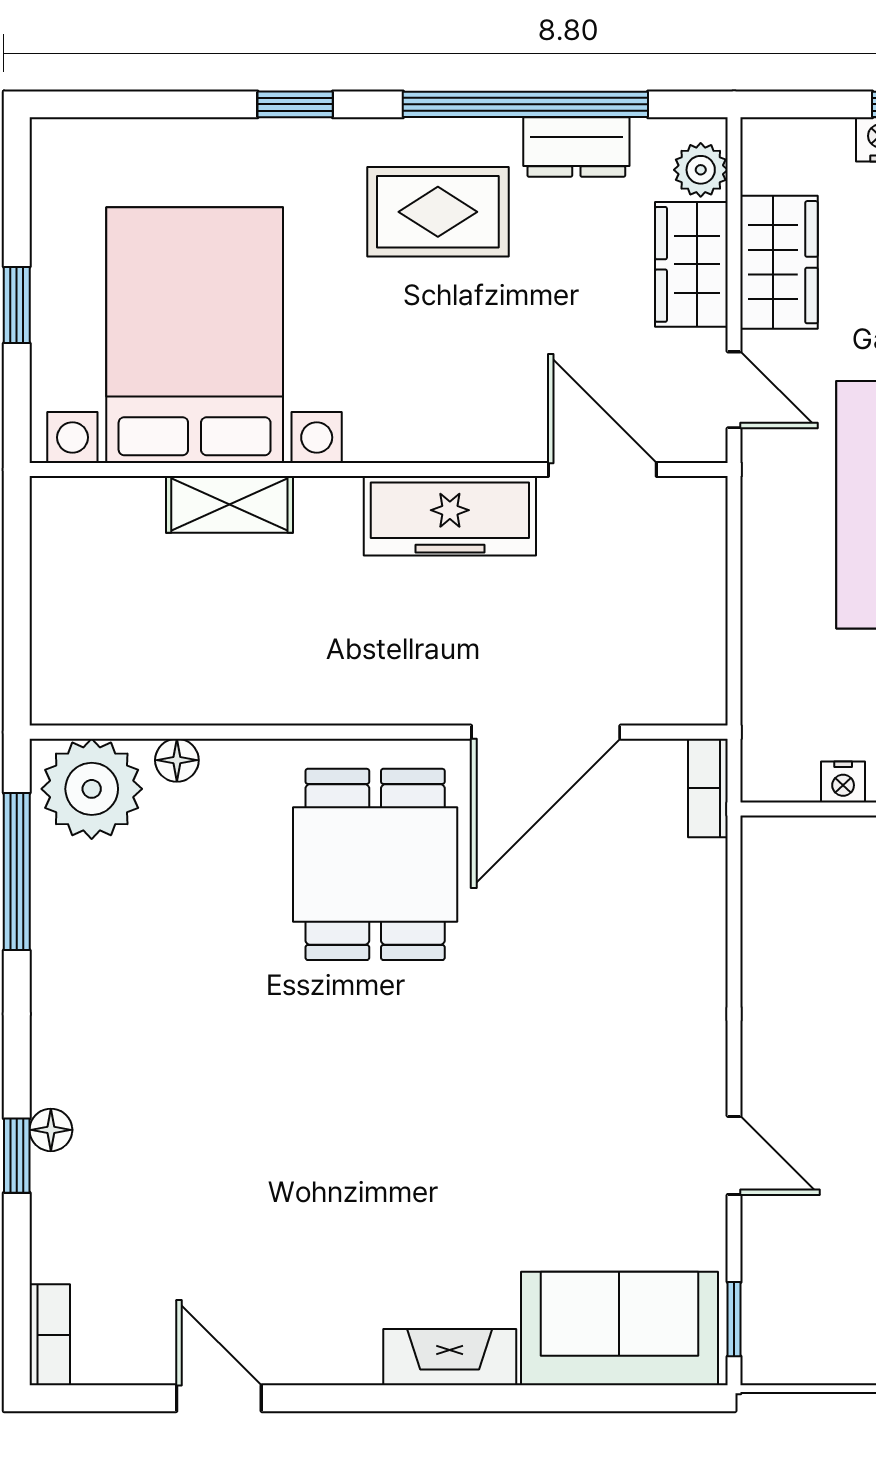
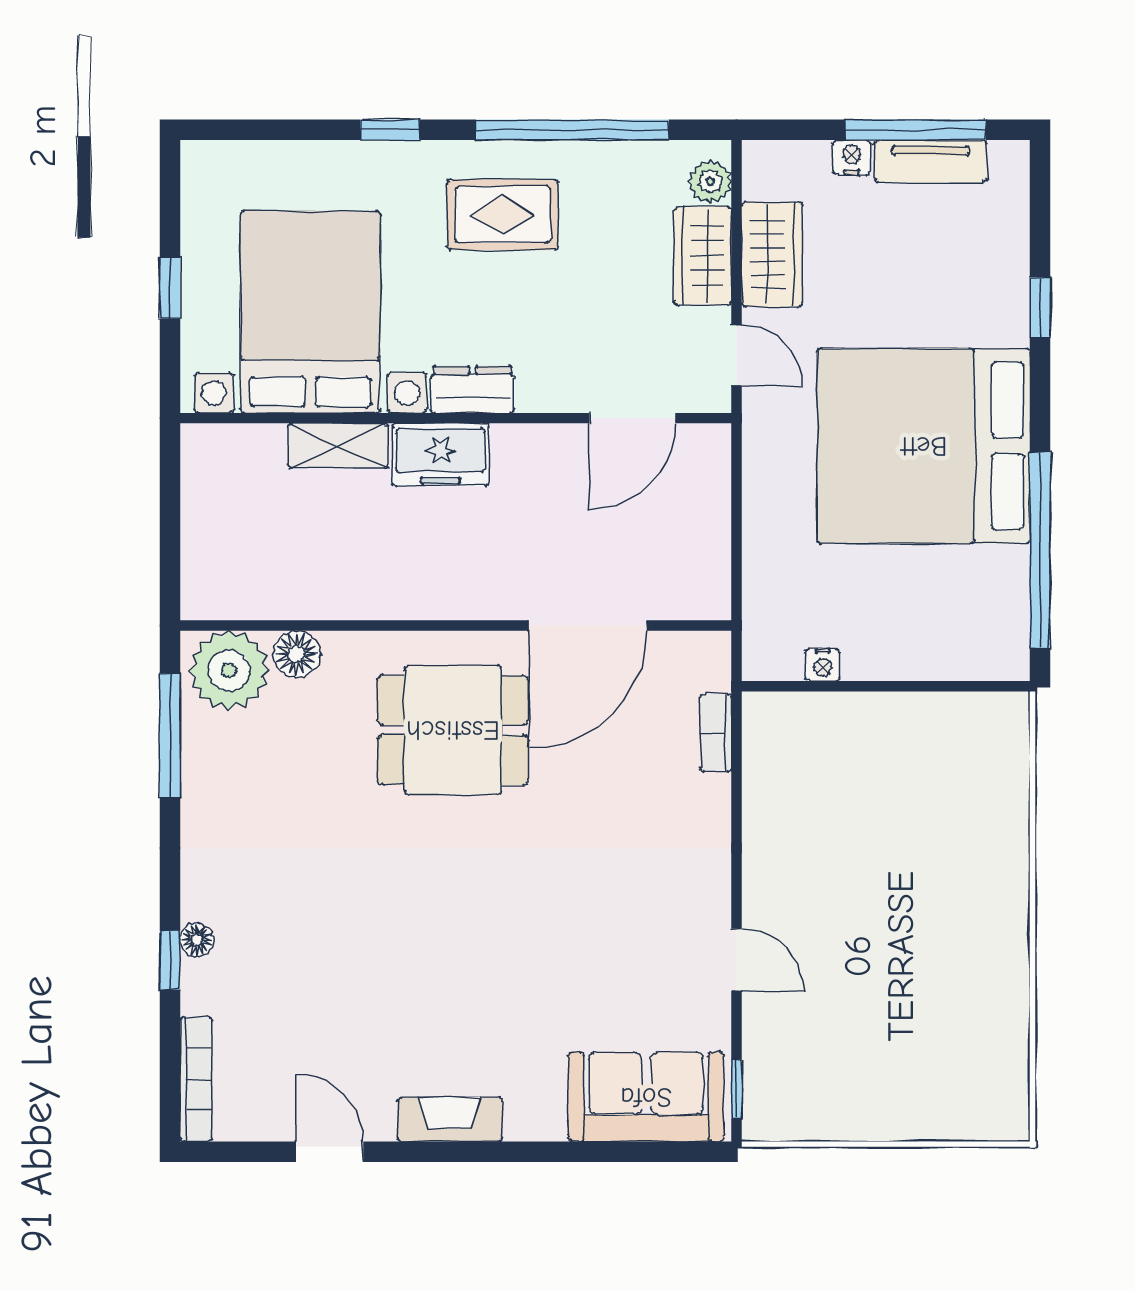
dresser: (576, 147) -> (473, 389), moved, turned 180
door: (602, 469) -> (632, 418), swing flipped
freezer: (450, 516) -> (441, 455), moved, width x0.71
floor lamp: (177, 760) -> (296, 654), width x1.37, depth x1.37
bookcase: (708, 788) -> (716, 733), moved
dining table: (375, 864) -> (453, 730), turned 90
bookcase: (50, 1335) -> (196, 1079), width x1.56
fireplace: (450, 1357) -> (450, 1119), moved

